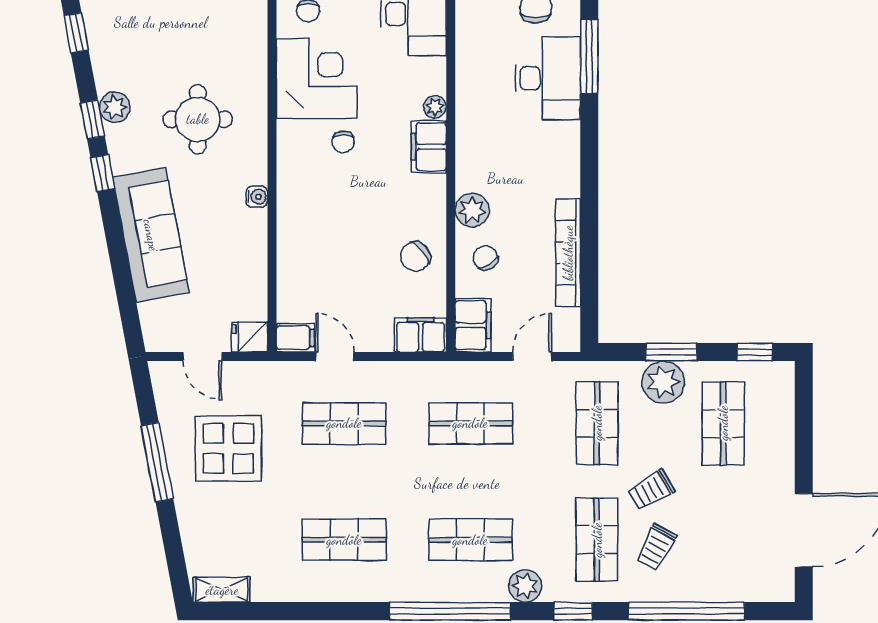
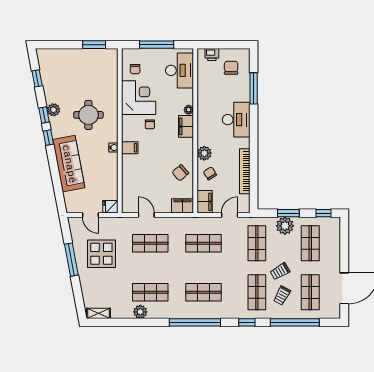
desk: (548, 78) -> (236, 120), moved
filing cabinet: (296, 338) -> (130, 148), moved
shop shelf: (723, 540) -> (310, 292), added
plant: (525, 586) -> (140, 312), moved

